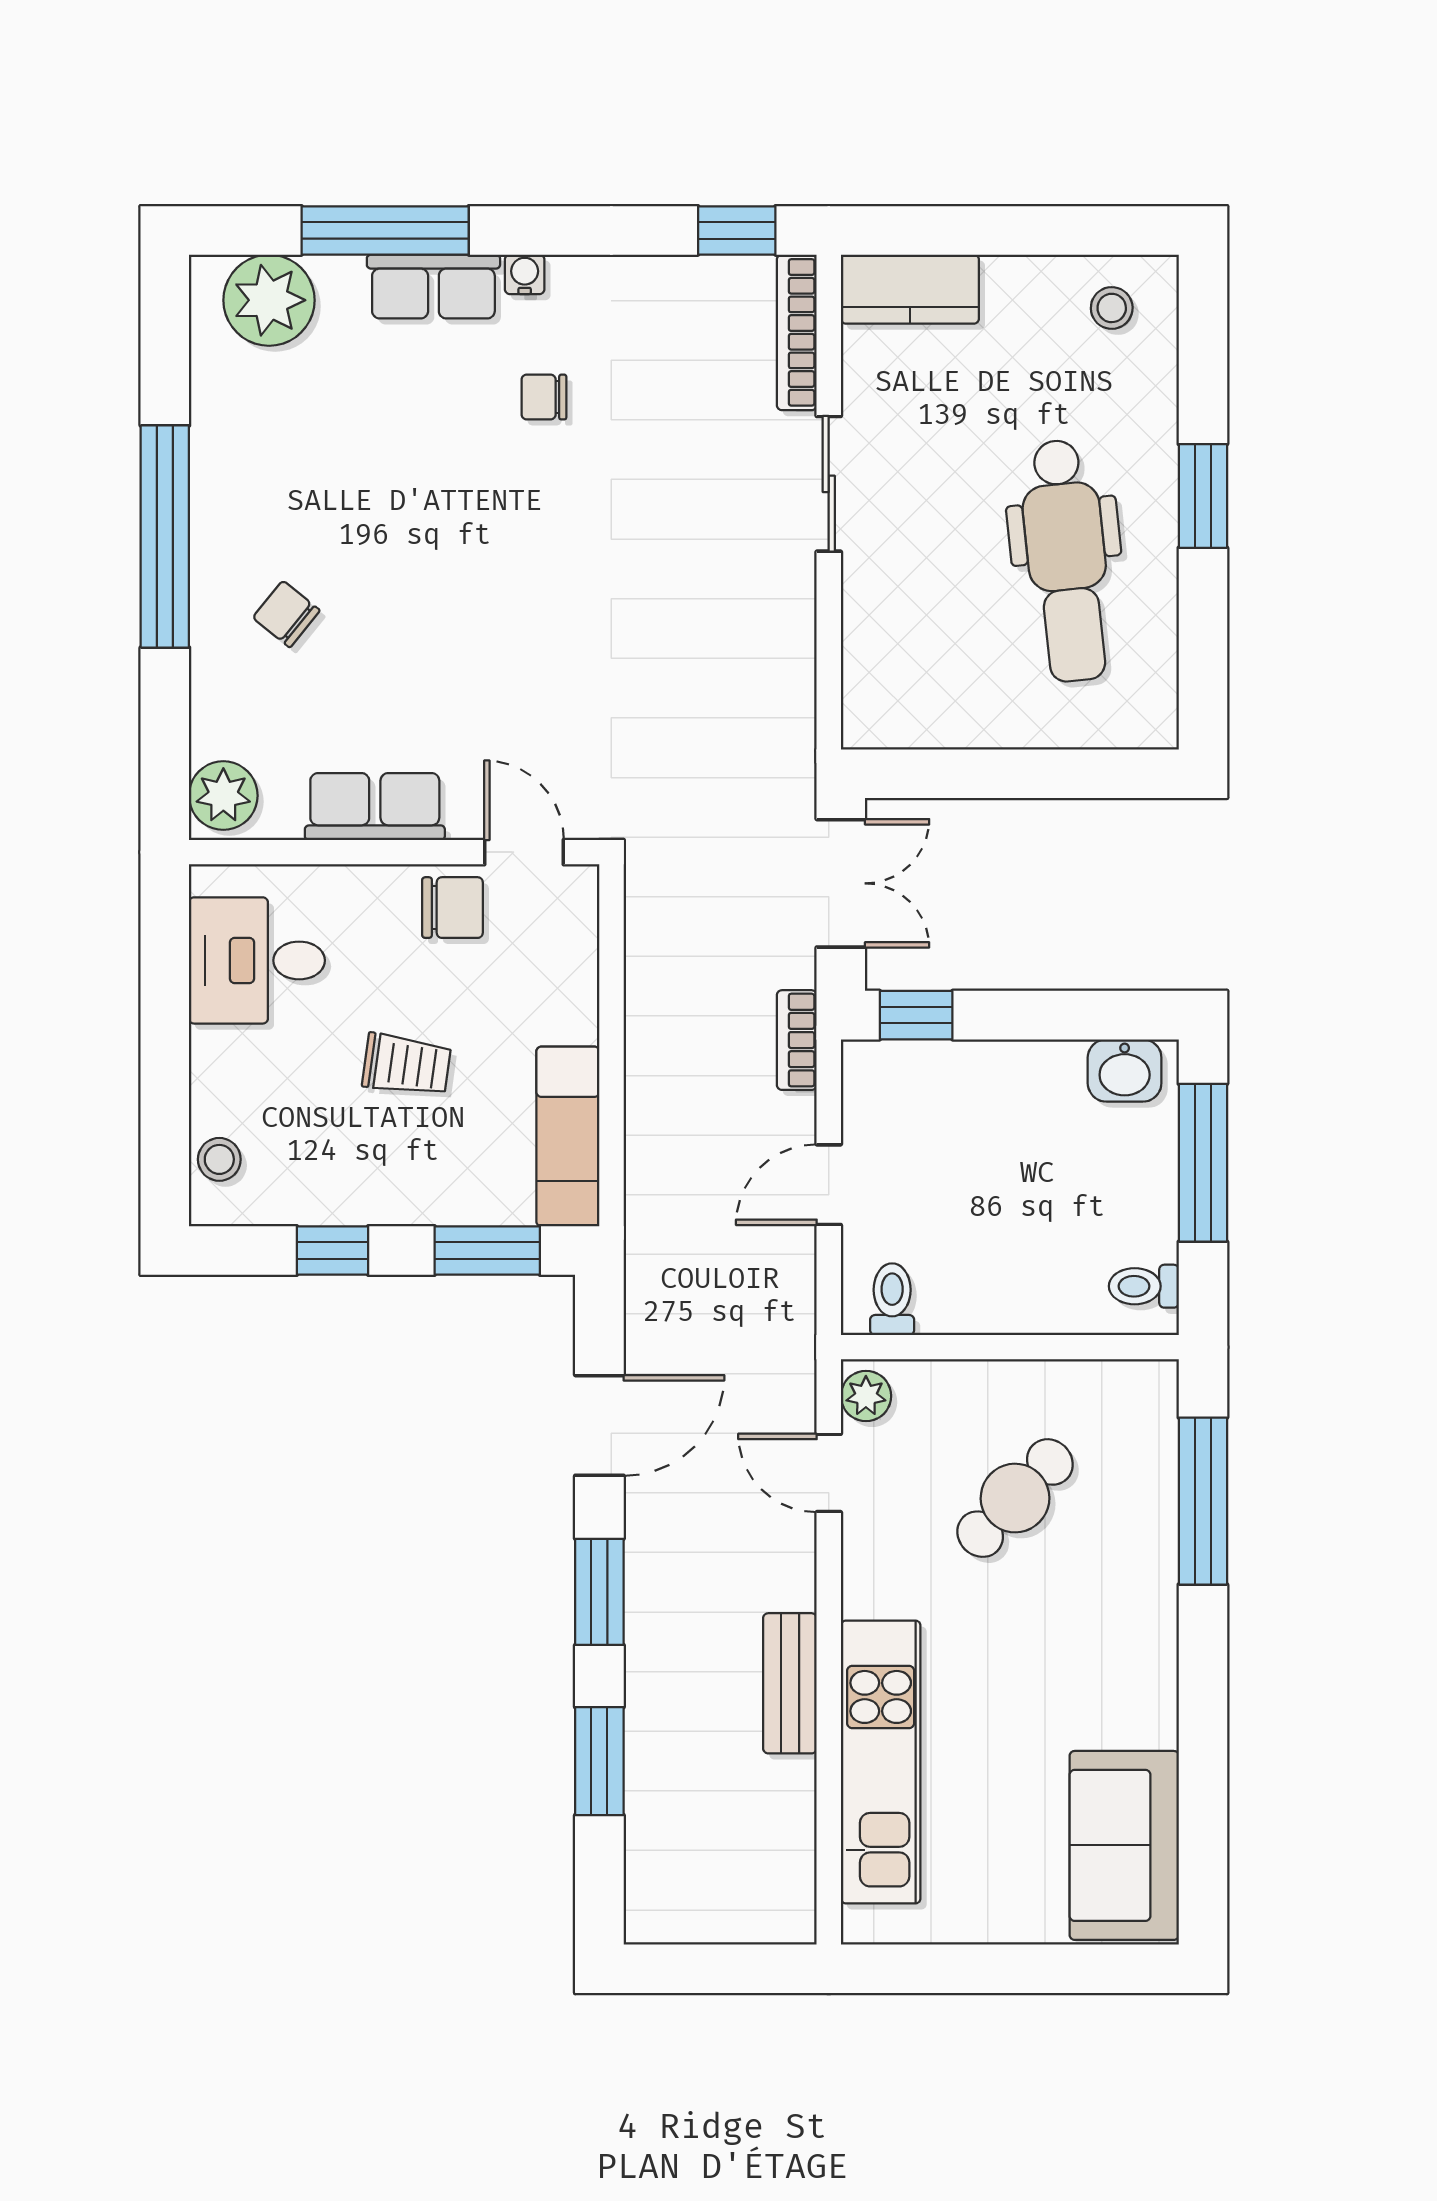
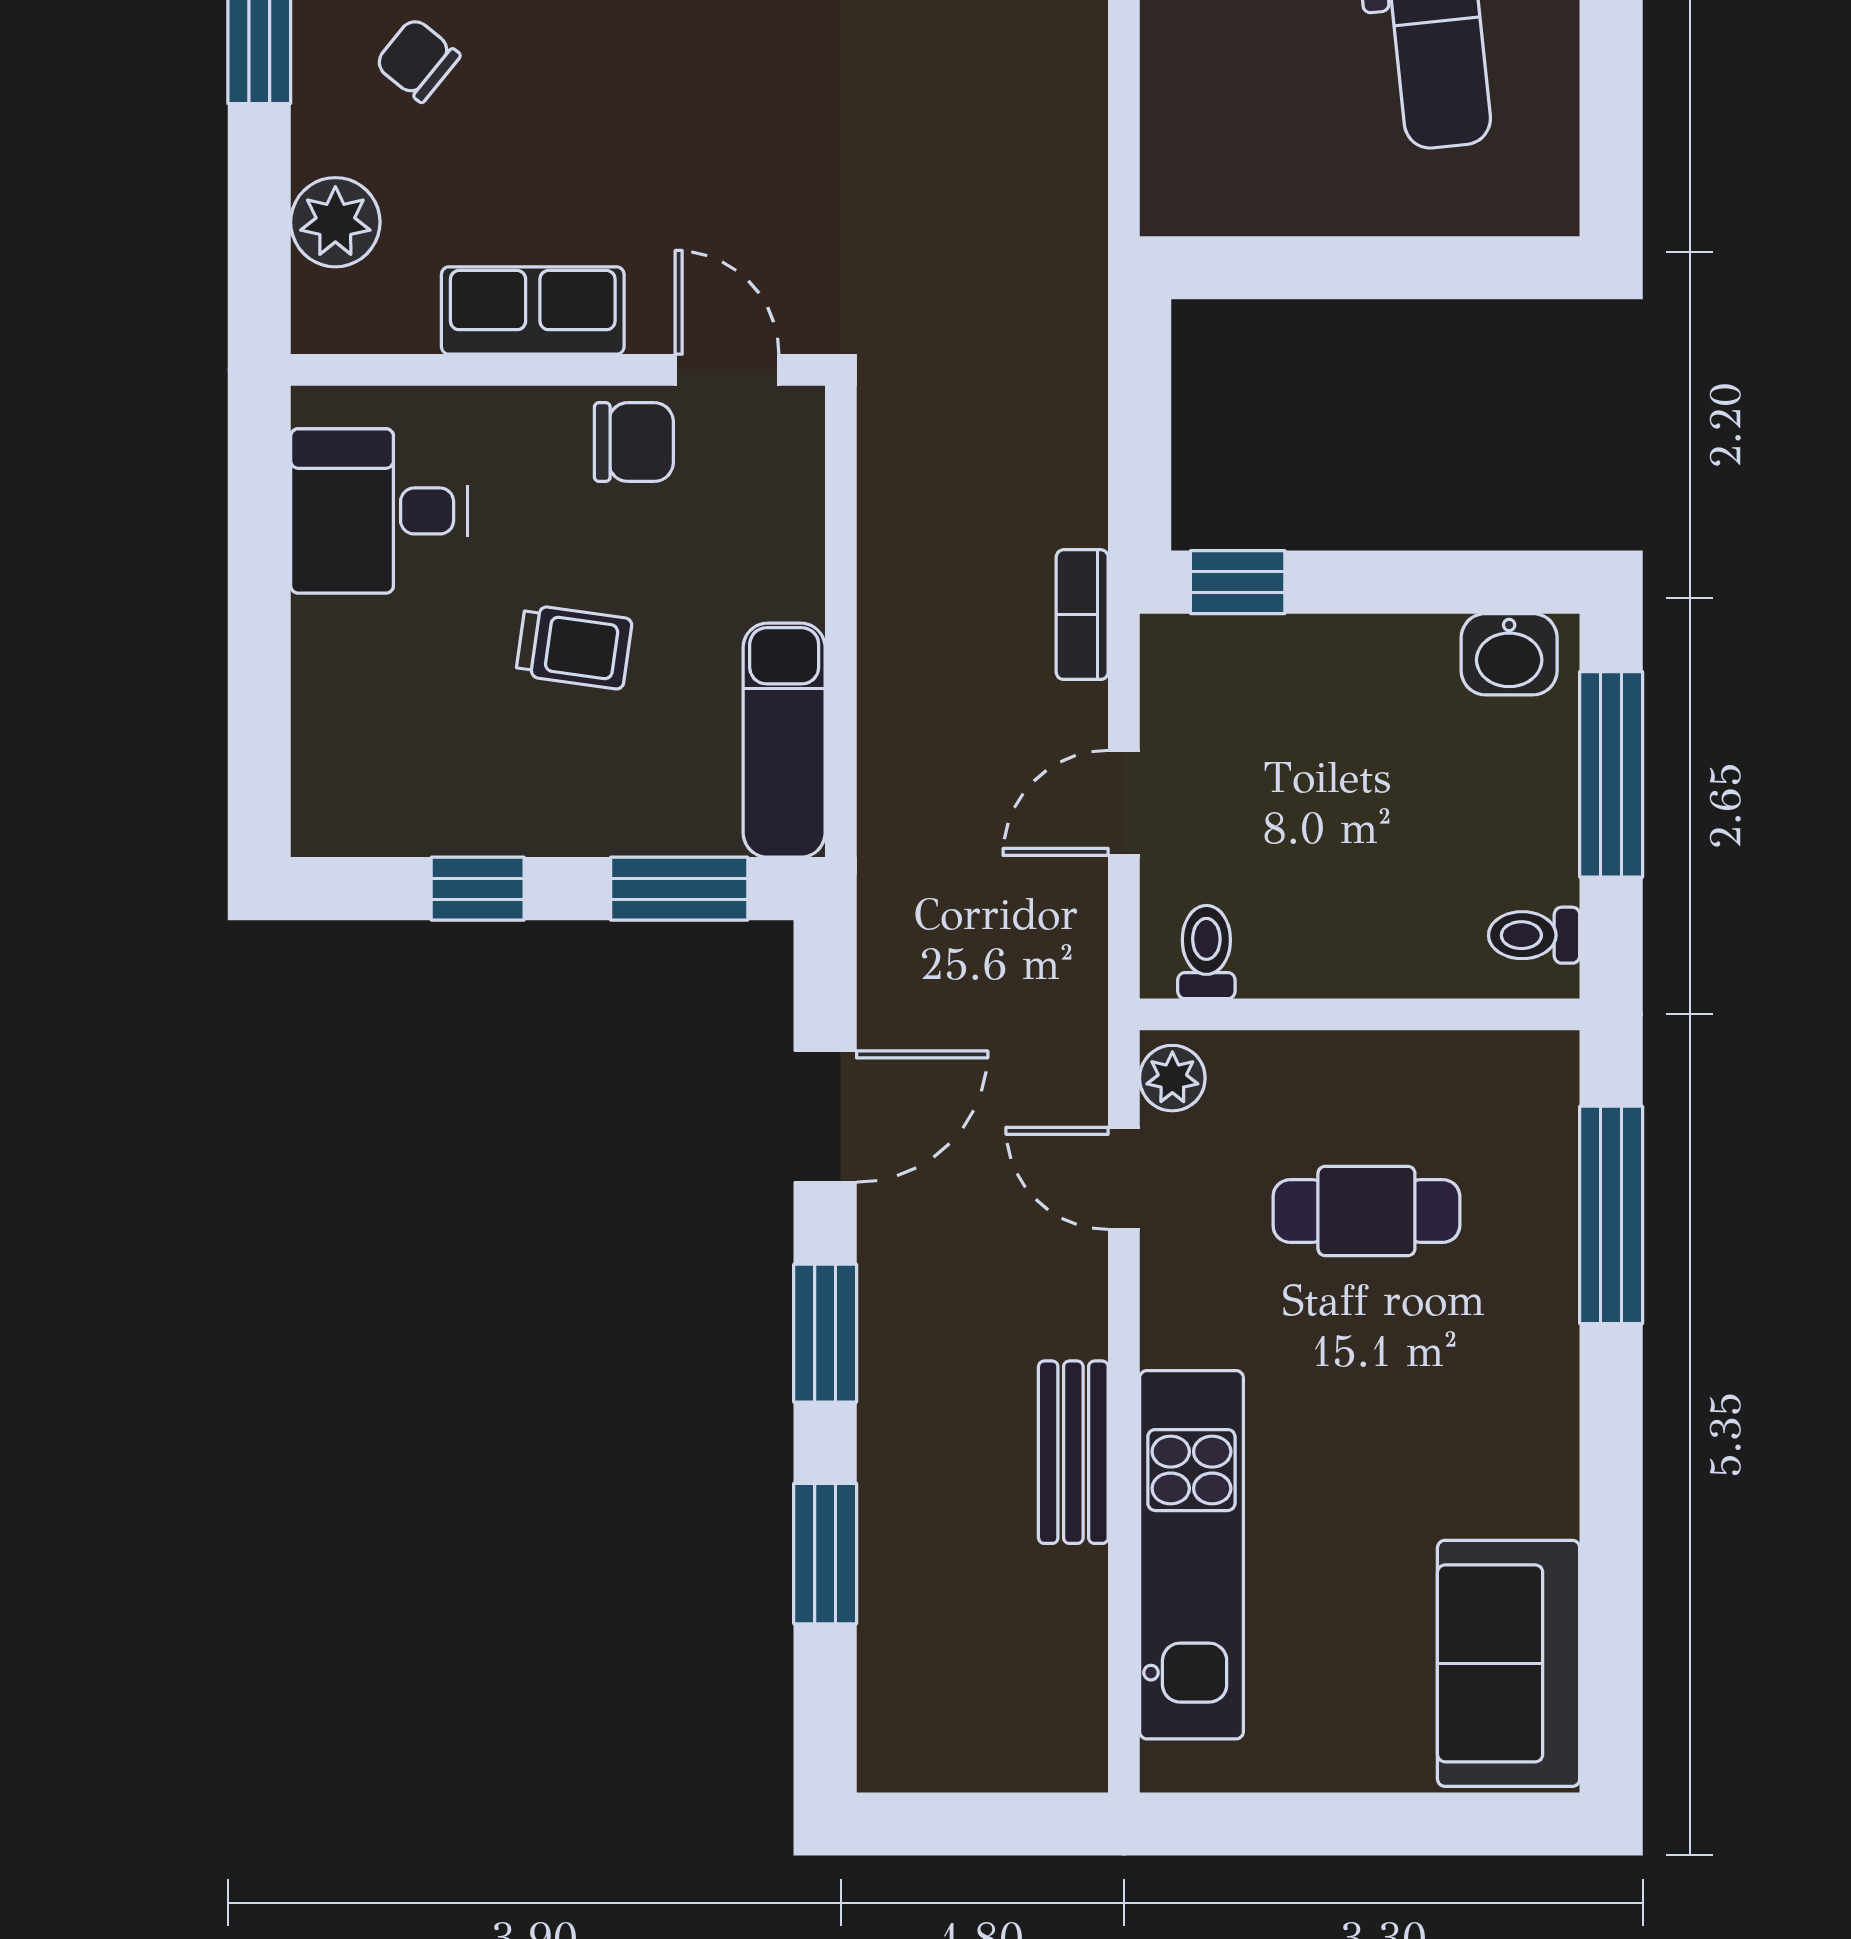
plant: (223, 796) -> (335, 222), moved
double door: (841, 883) -> (1140, 411), removed
stool: (219, 1159) -> (330, 770), removed
cafe table: (1015, 1498) -> (1366, 1211), turned 46

